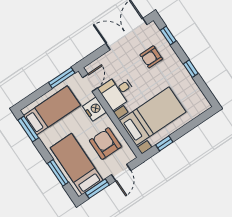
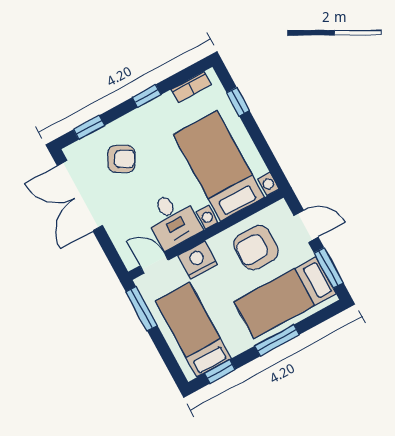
armchair: (151, 57) -> (121, 159), turned -61
bookcase: (199, 95) -> (191, 87), added
window: (28, 129) -> (220, 371), width x0.67
window: (164, 143) -> (238, 102), moved
window: (58, 173) -> (277, 340), moved

